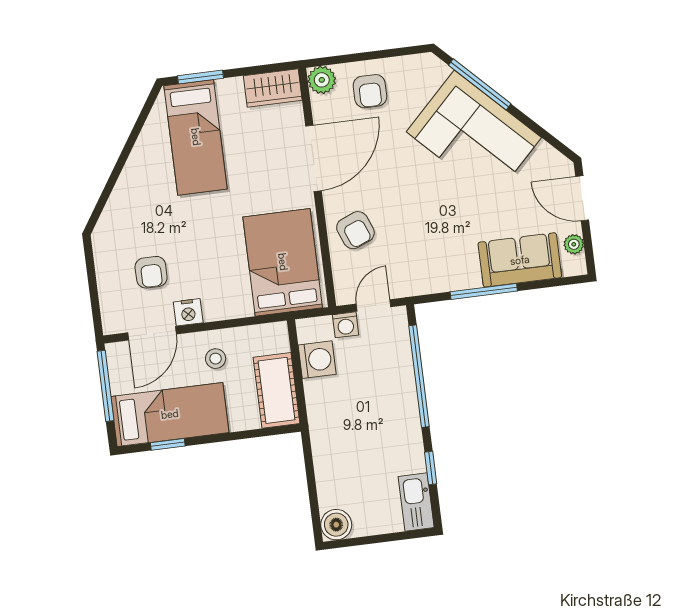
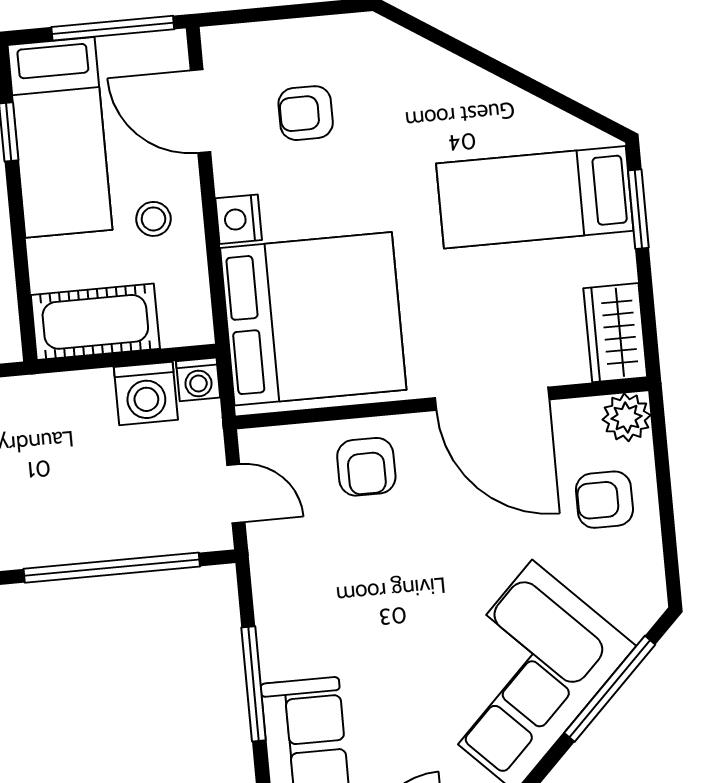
armchair: (355, 230) -> (366, 467), turned -68
bed: (283, 262) -> (313, 319), width x1.36
nightstand: (188, 312) -> (239, 219), moved
washing machine: (346, 325) -> (198, 379), moved, turned -90

